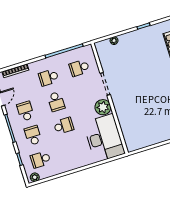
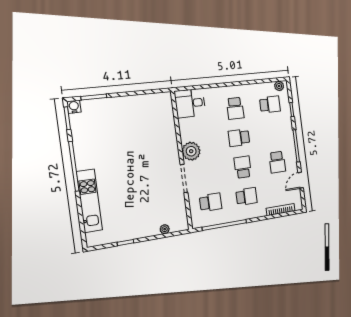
school desk: (33, 135) -> (235, 108), moved
desk: (104, 138) -> (190, 103), width x0.53, depth x0.77

